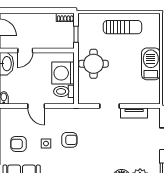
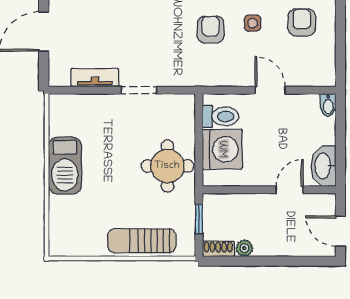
plant: (51, 18) -> (244, 248), added
sun lounger: (122, 27) -> (142, 241), moved
armchair: (69, 140) -> (211, 30), turned 90
armchair: (19, 144) -> (302, 22), turned -90

